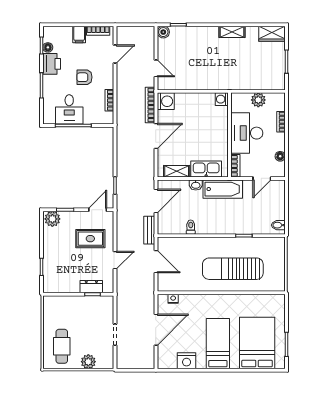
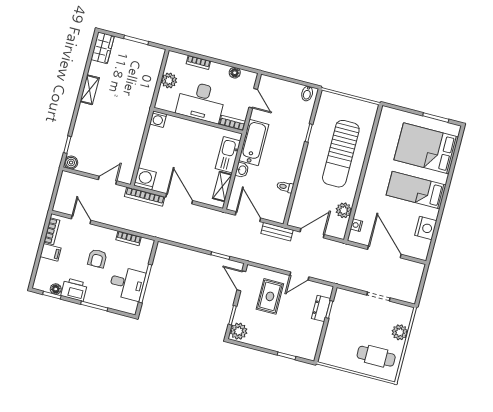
door: (115, 260) -> (299, 276), swing flipped
plant: (183, 284) -> (344, 210), added

